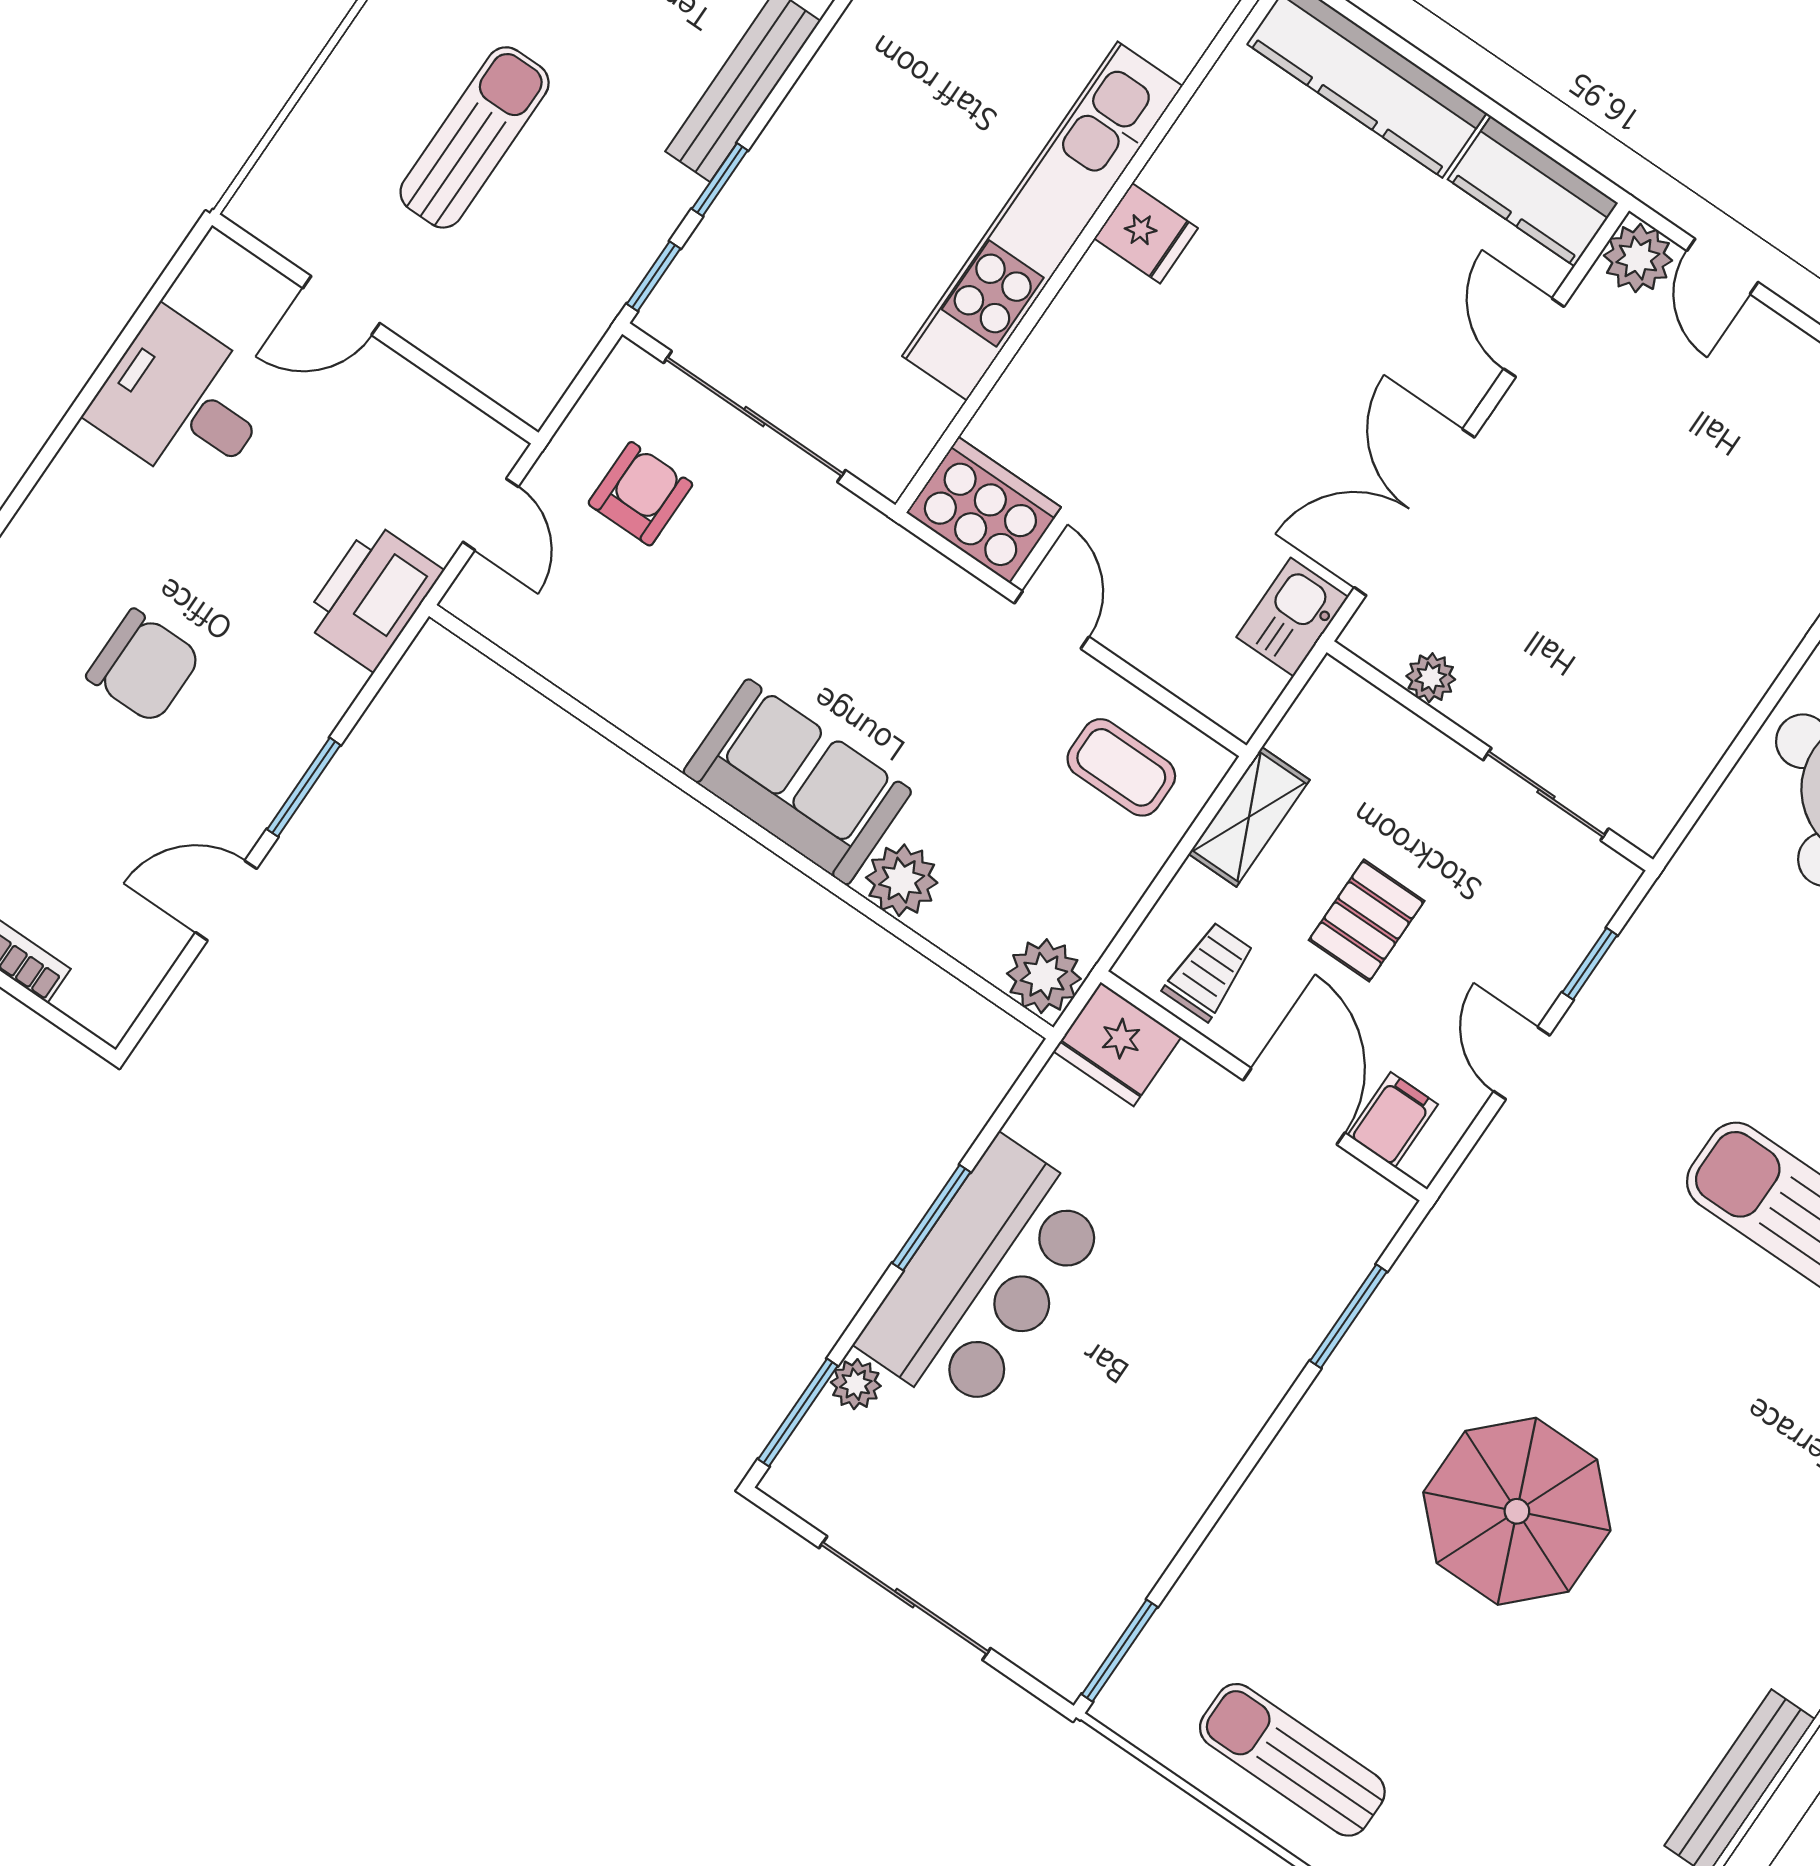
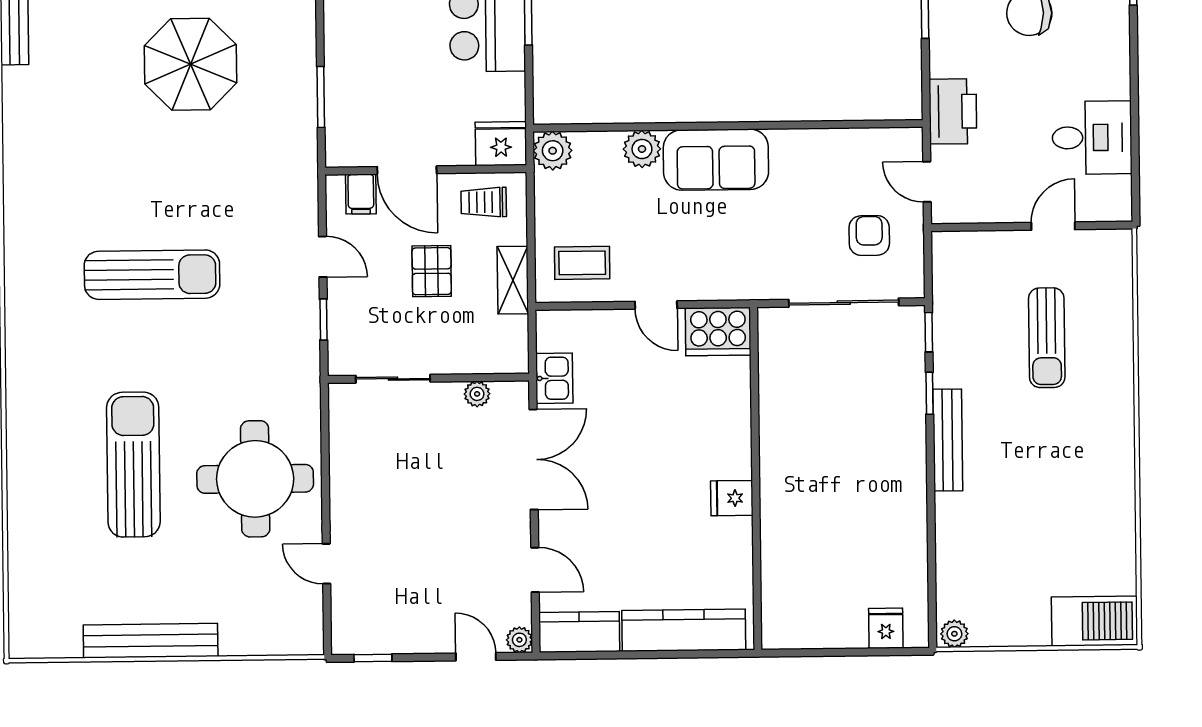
kitchen unit: (1042, 221) -> (780, 472), removed
plant: (1638, 258) -> (519, 640), width x0.73, depth x0.73
armchair: (640, 494) -> (869, 235), turned 180
trolley: (1209, 971) -> (484, 202), turned 90

